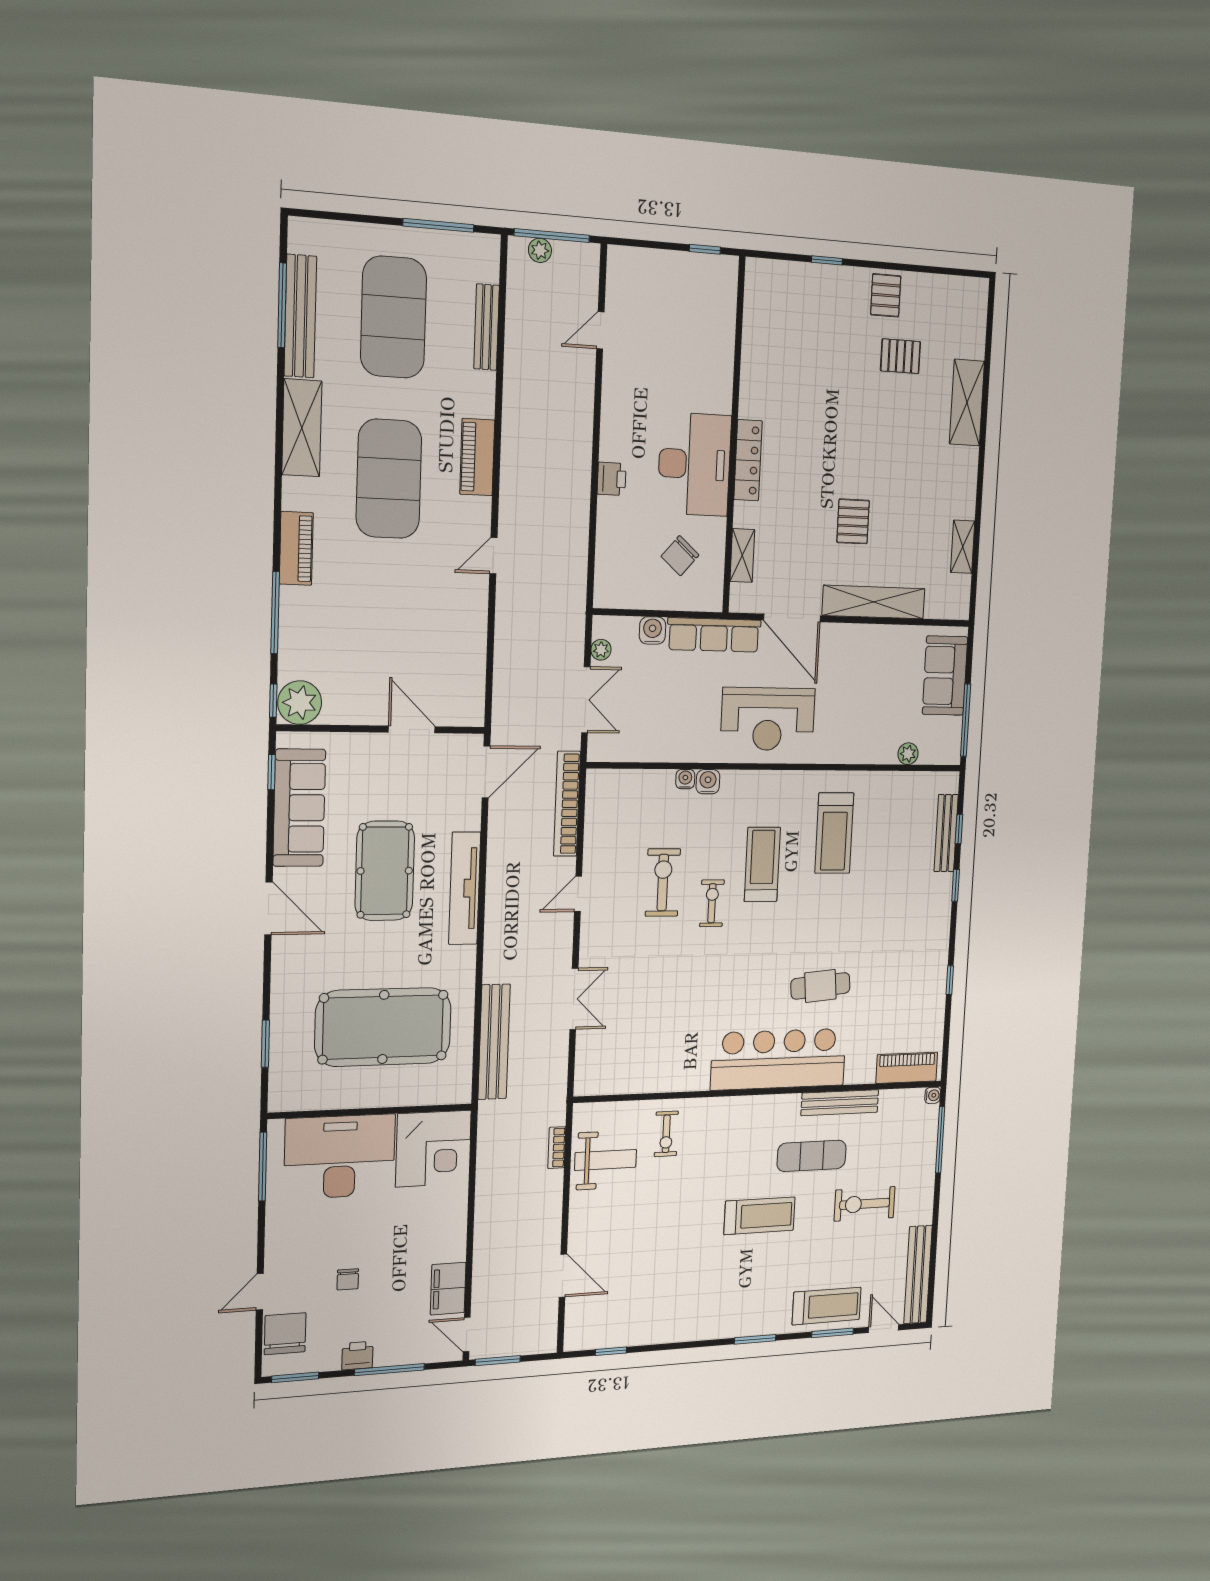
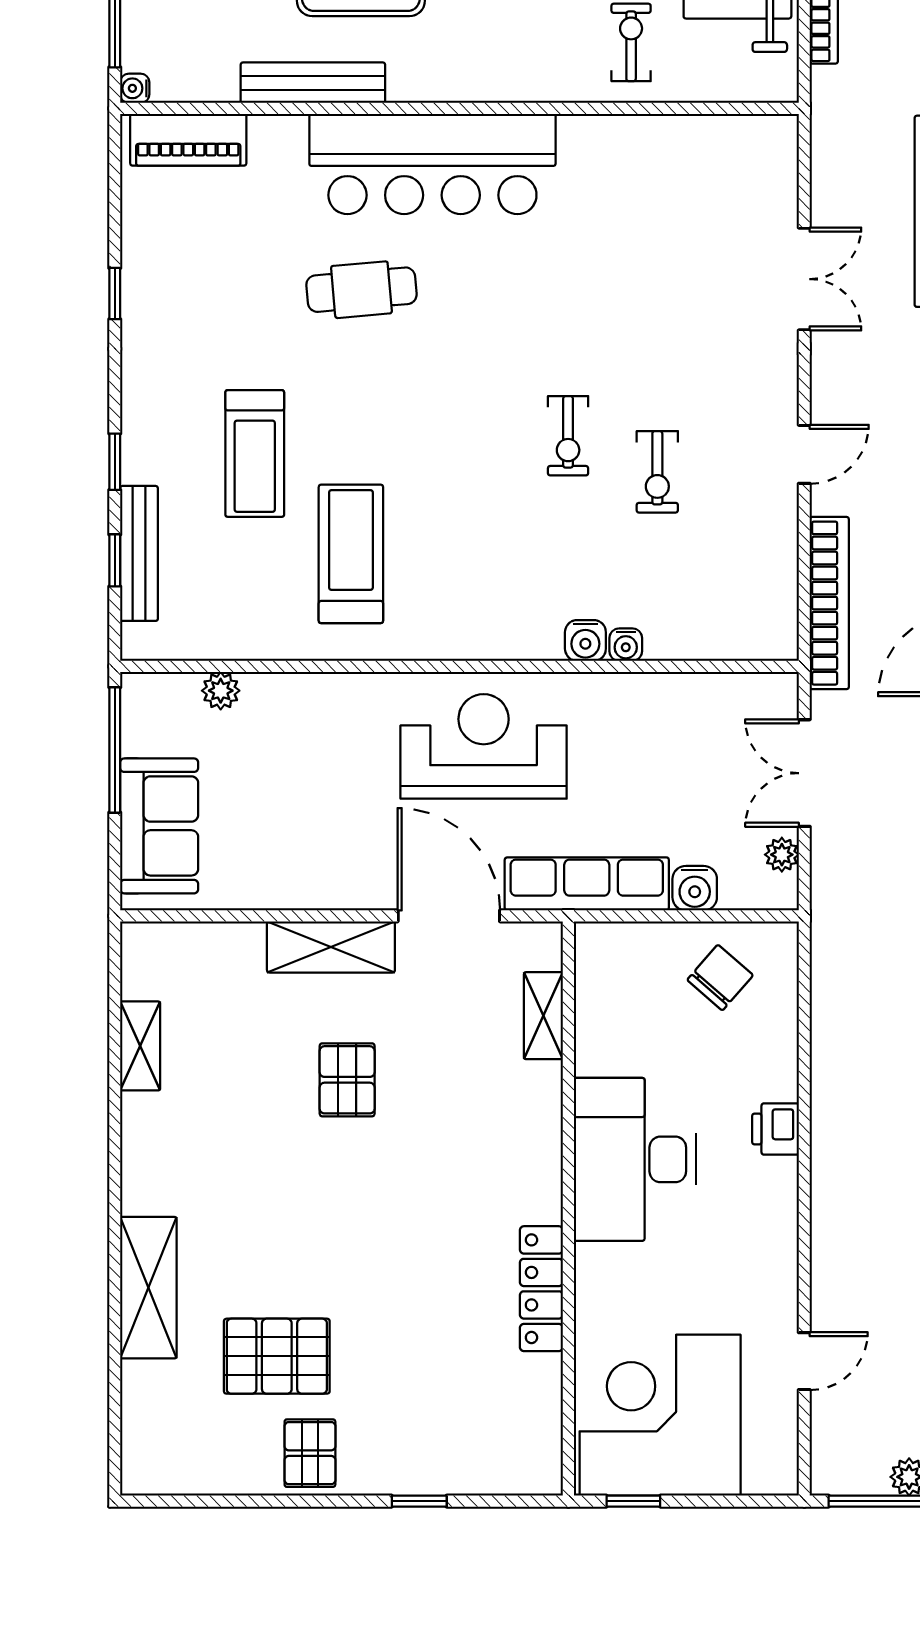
corner desk: (687, 303) -> (660, 1415), added
pallet: (900, 356) -> (277, 1356), width x1.50, depth x1.42
locker: (748, 460) -> (541, 1289), moved
chair: (680, 556) -> (720, 978), moved
shelving: (874, 602) -> (331, 947), width x0.68
treadmill: (762, 864) -> (255, 454), moved
exercise bike: (663, 882) -> (657, 472), width x0.73, depth x0.72
double door: (574, 999) -> (804, 279), swing flipped

